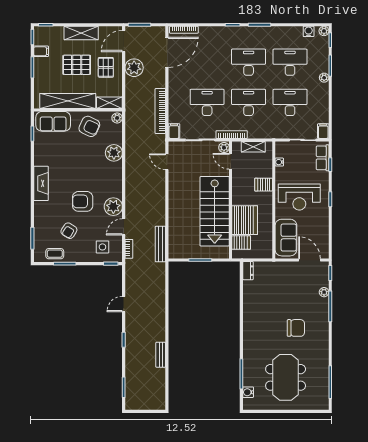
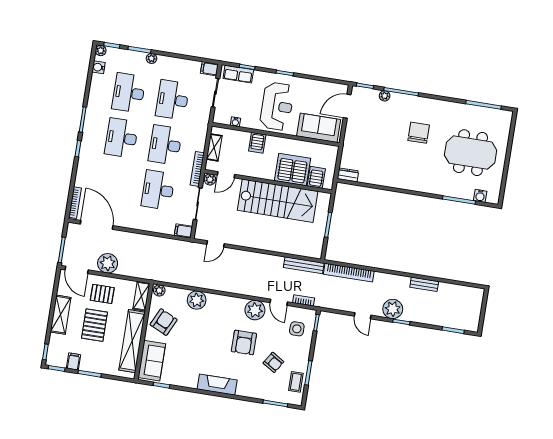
bookcase: (160, 111) -> (349, 273), moved
plant: (134, 330) -> (393, 309), added

